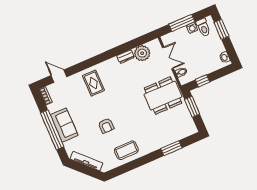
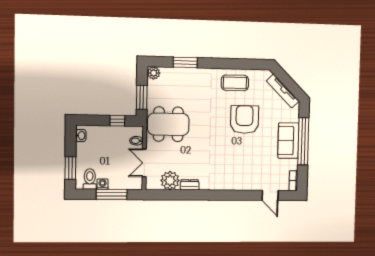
rug: (93, 83) -> (237, 172), removed
armchair: (106, 126) -> (244, 119), width x1.88, depth x1.88
plant: (192, 129) -> (154, 73), added

